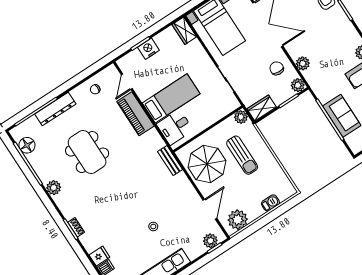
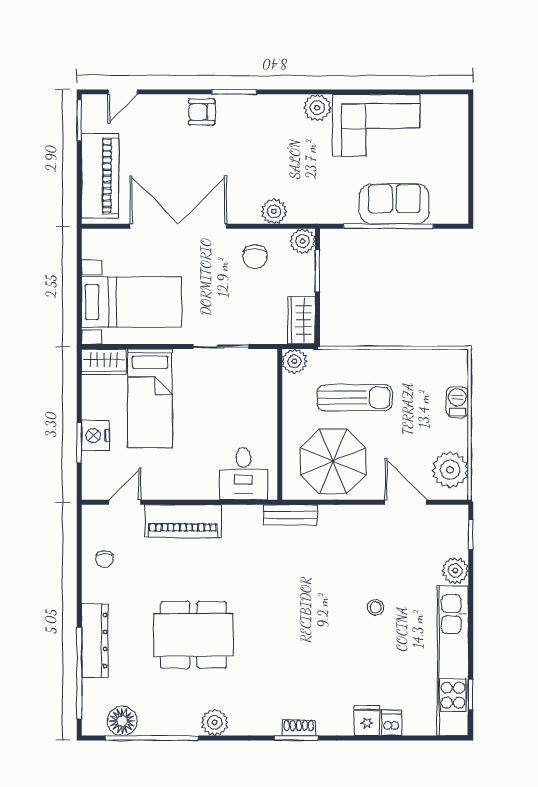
chair: (277, 68) -> (255, 257), turned -94
door: (127, 82) -> (125, 502), swing flipped
bed: (171, 98) -> (150, 398), moved, turned 180
plant: (210, 241) -> (455, 571), moved

